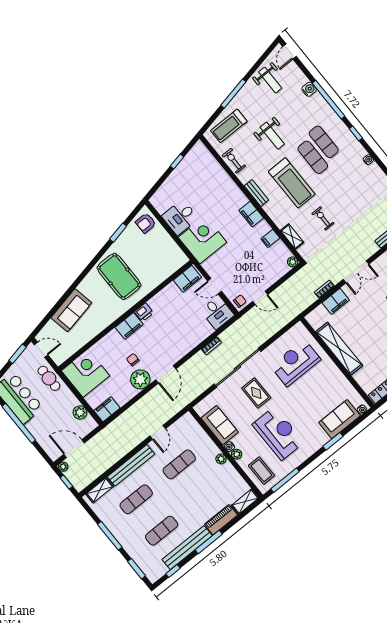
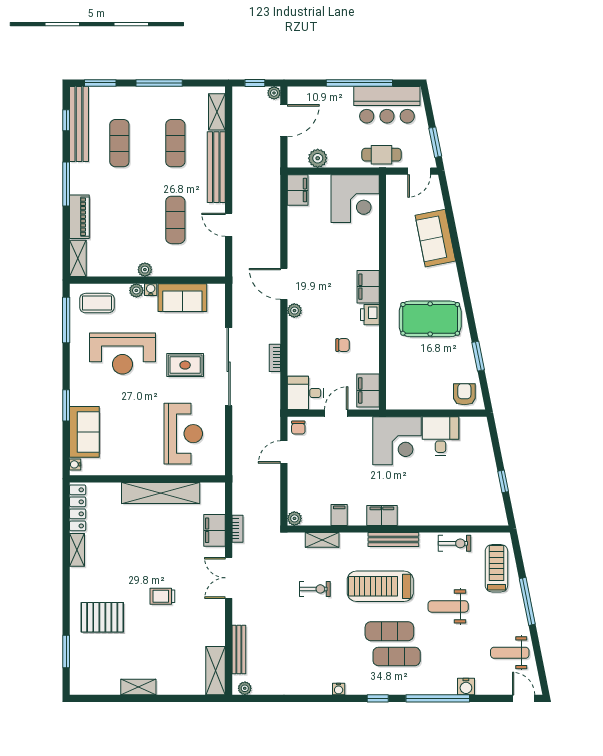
bench: (256, 193) -> (393, 539), width x1.36
chair: (133, 360) -> (343, 345), moved
plant: (140, 379) -> (294, 311), moved, width x0.53, depth x0.53
bench: (187, 548) -> (79, 124), moved

